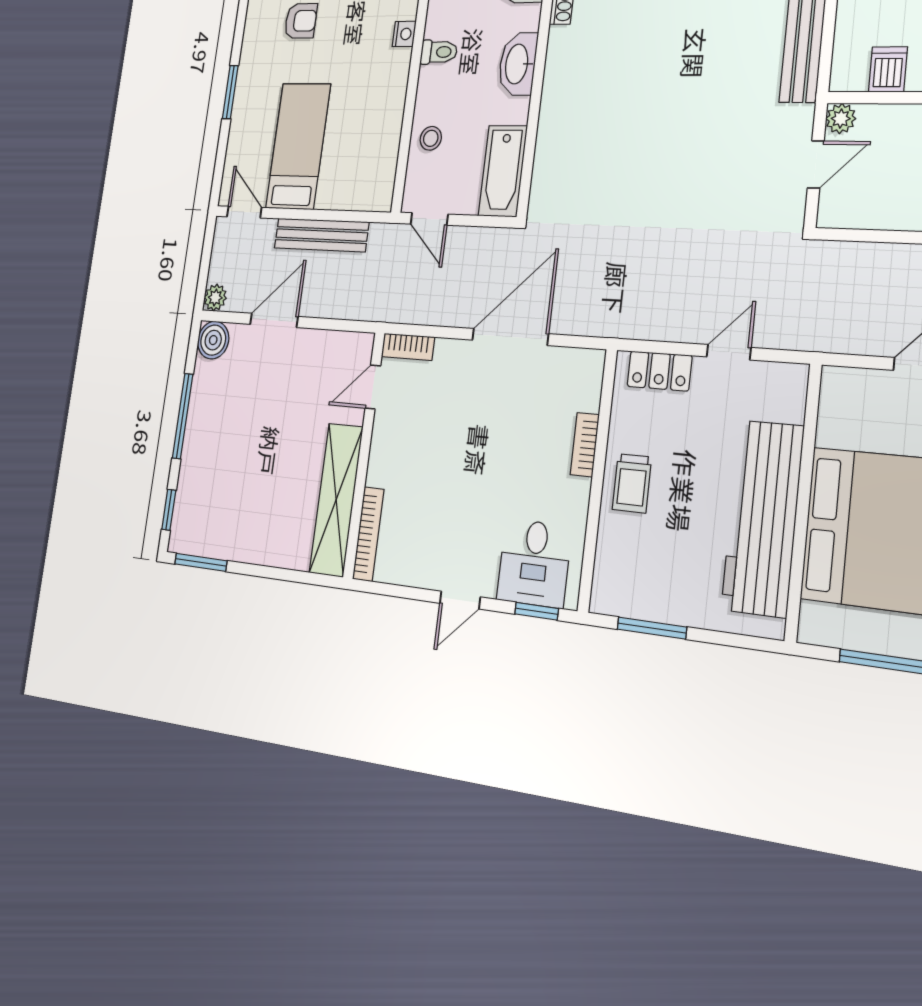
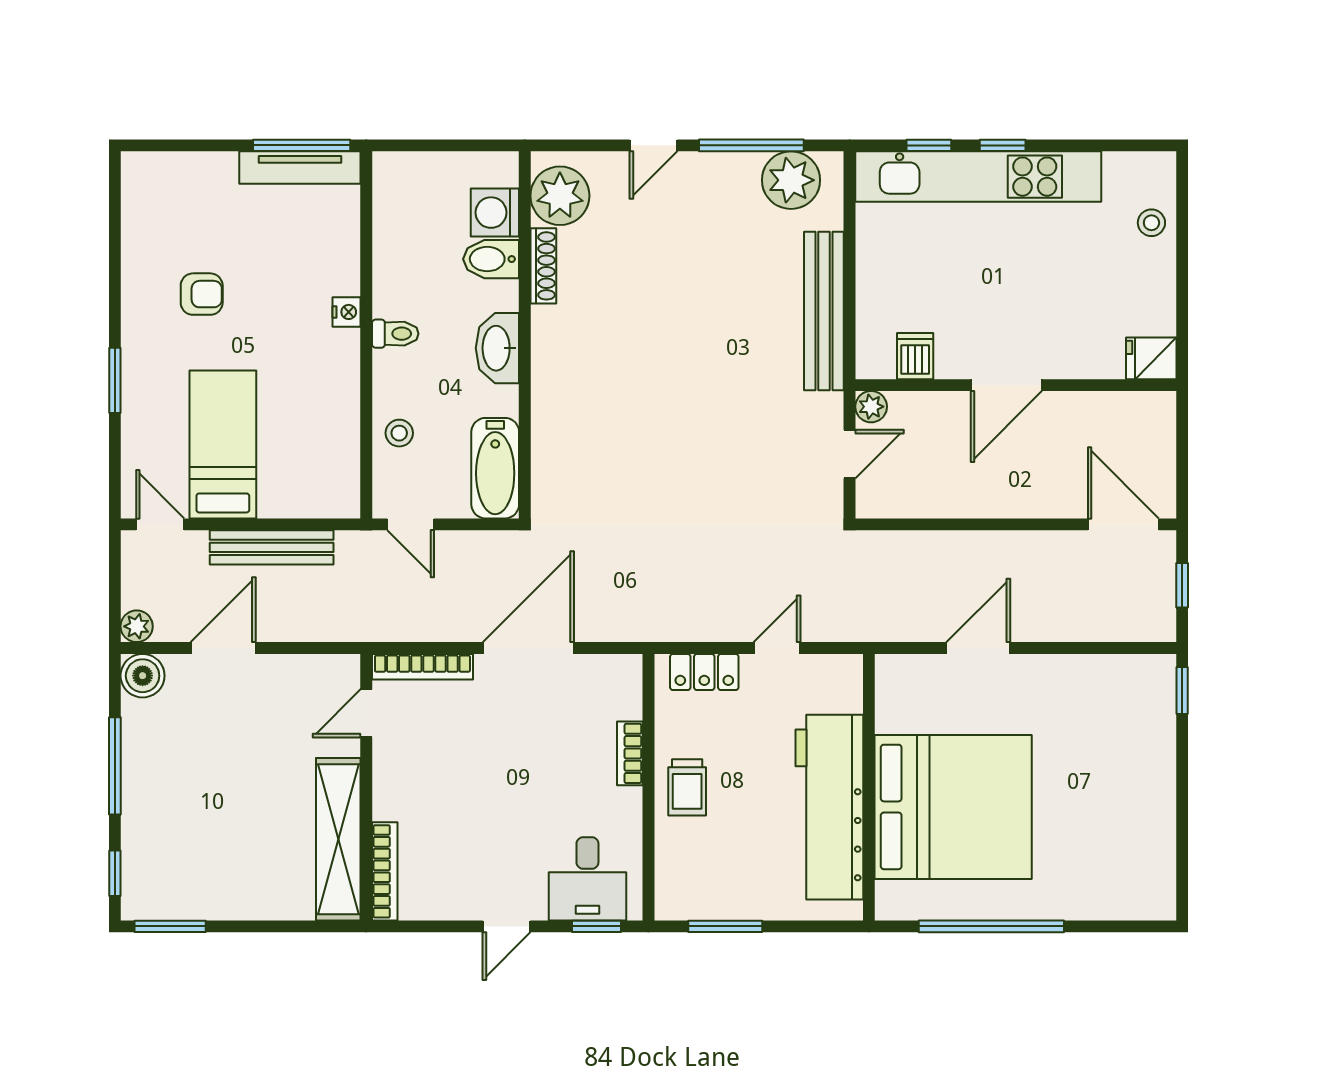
bookcase: (408, 347) -> (422, 667), width x1.56

